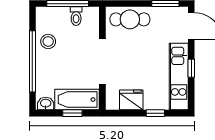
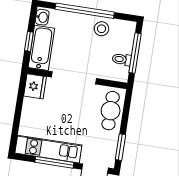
window: (191, 68) -> (54, 162), width x2.17
fridge: (131, 100) -> (35, 86), moved
window: (155, 113) -> (17, 121), removed

